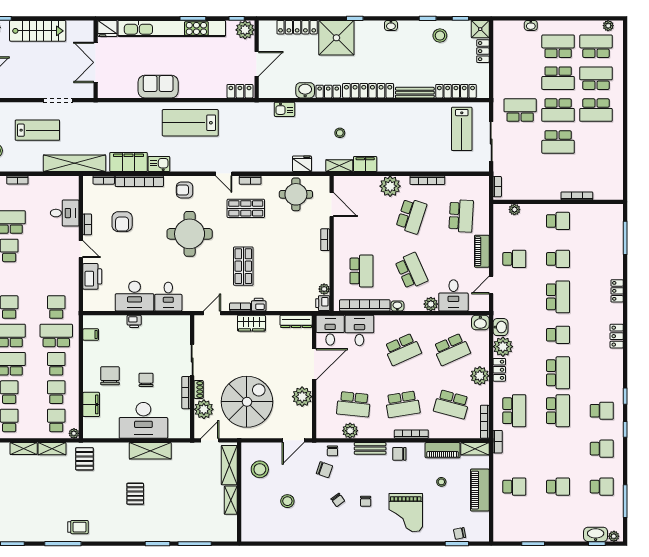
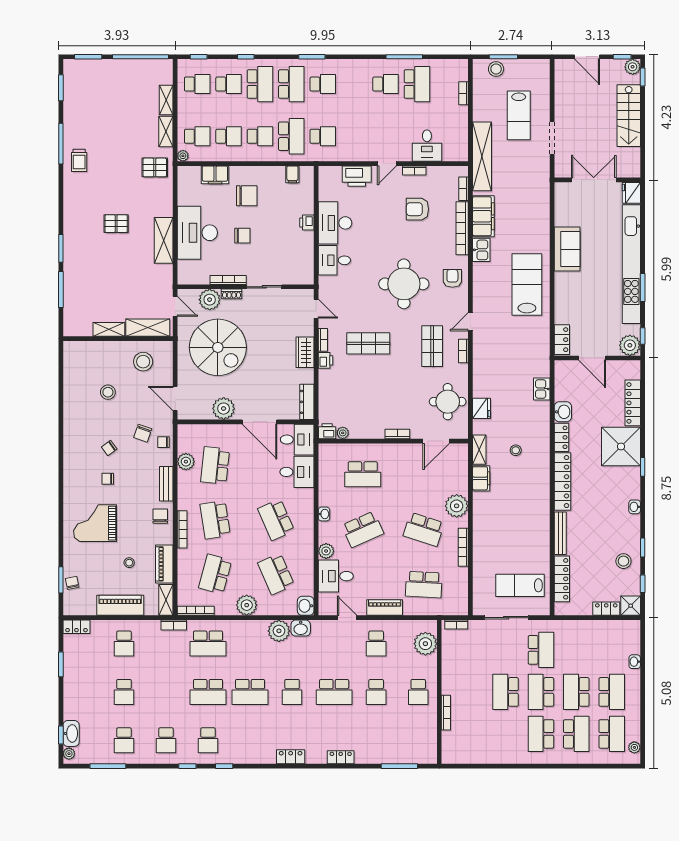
plant: (514, 210) -> (425, 644), width x1.88, depth x1.88
bookcase: (365, 305) -> (325, 478), removed
locker: (499, 370) -> (76, 627), moved

